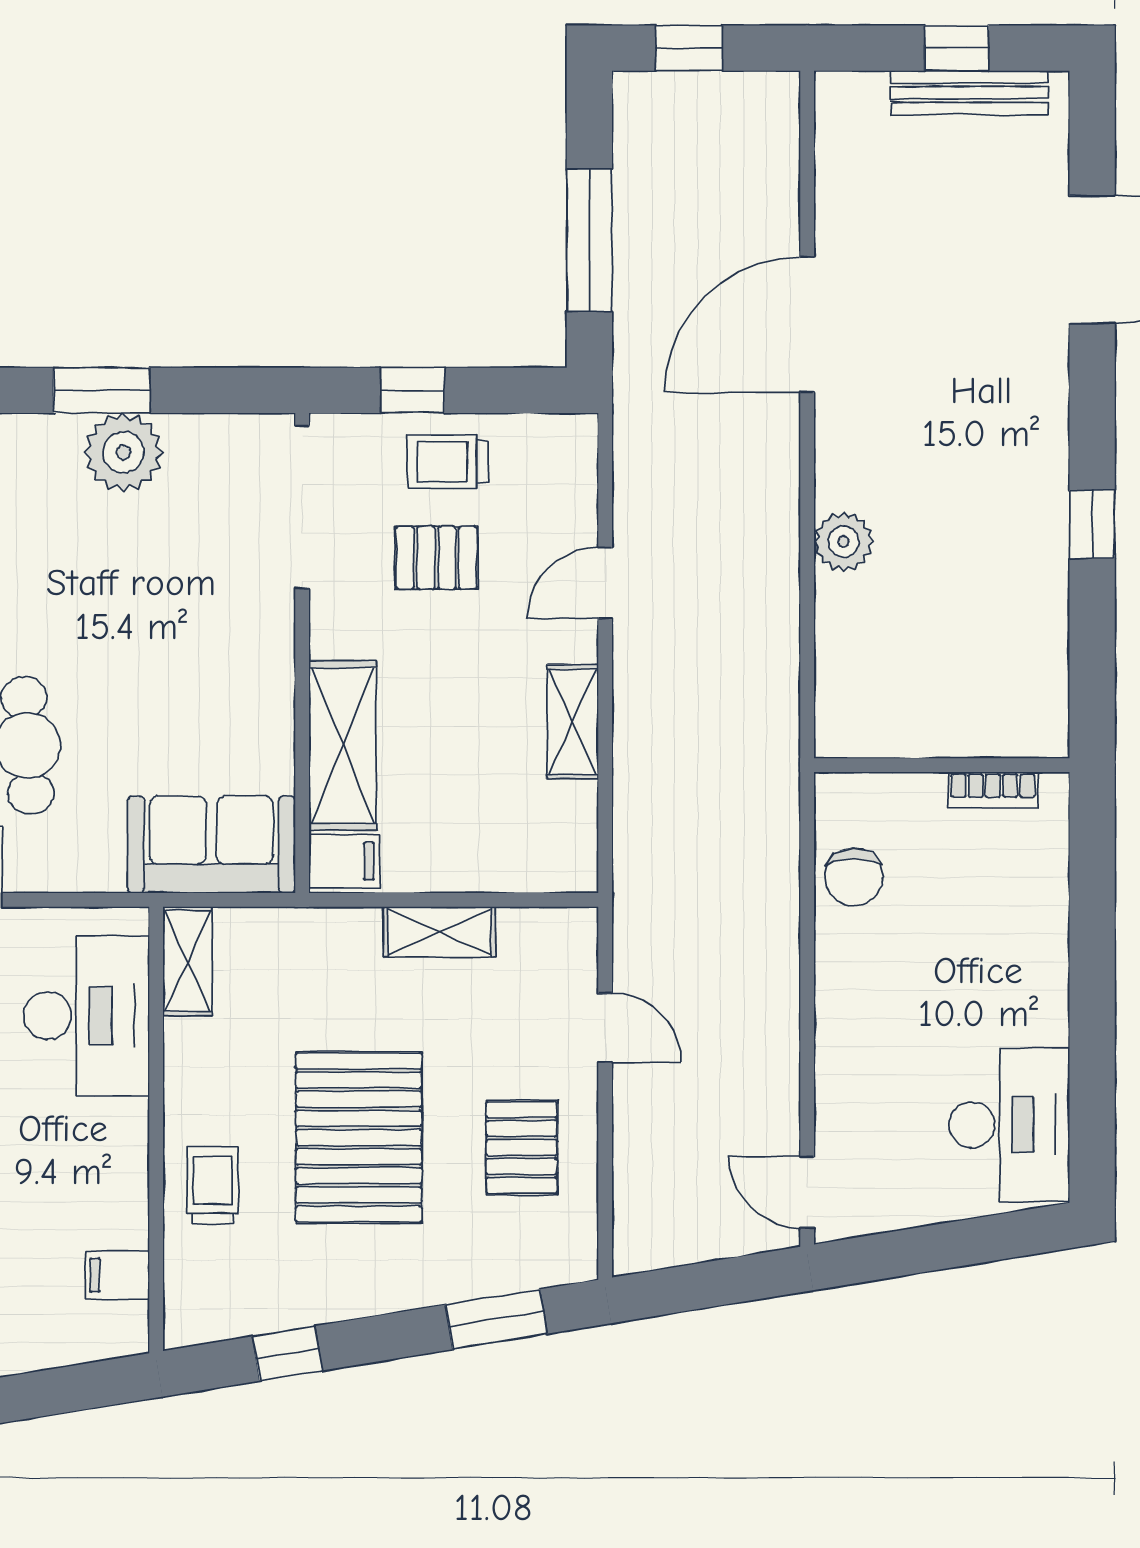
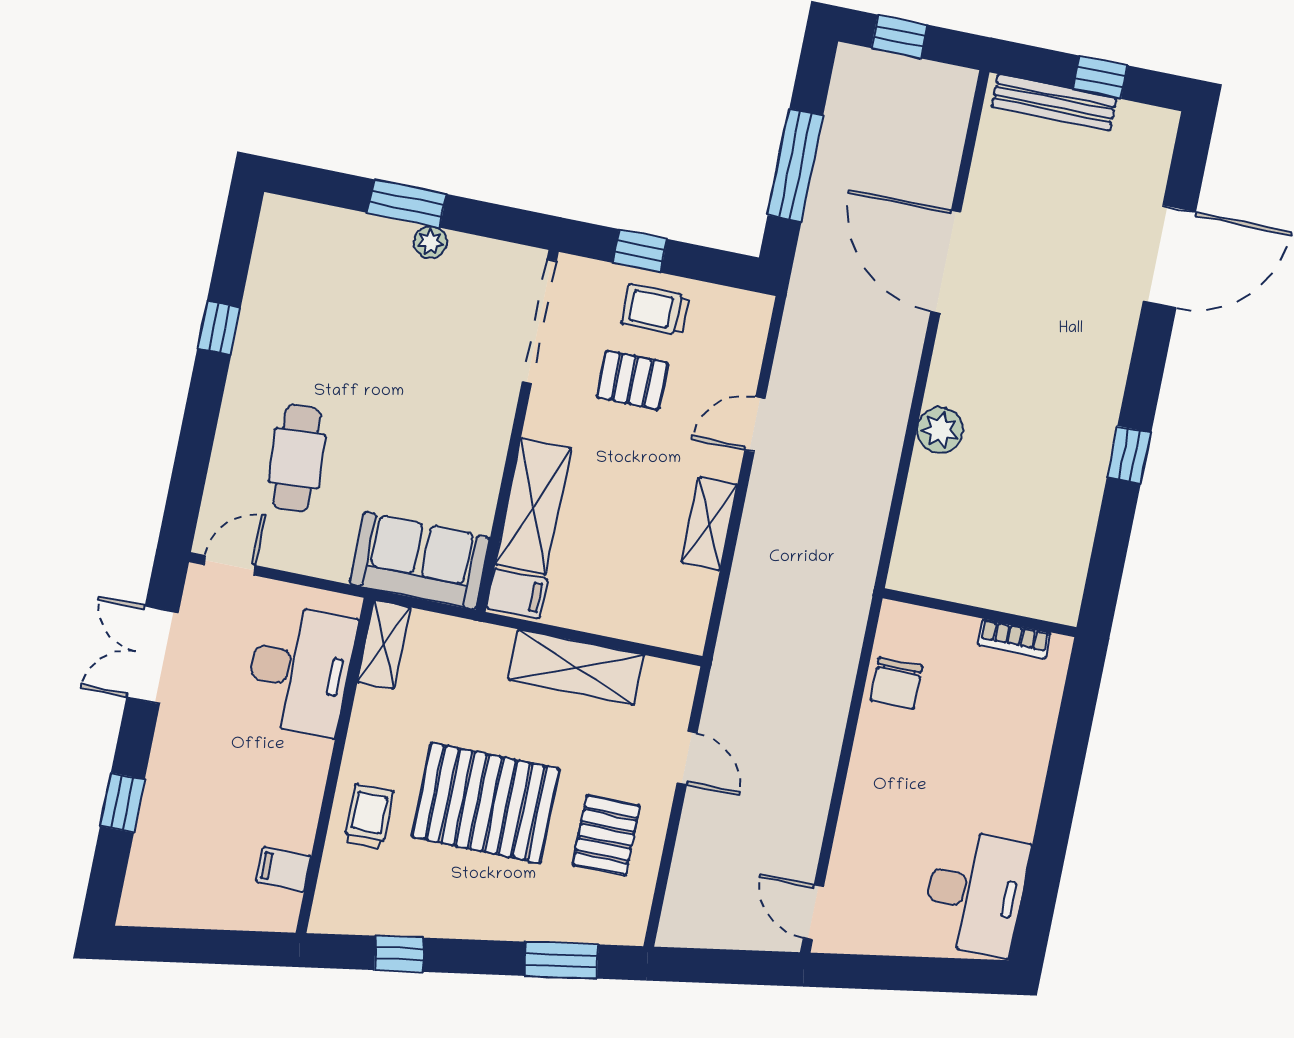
bench: (970, 93) -> (1054, 103), moved
door: (807, 325) -> (946, 262), hinge flipped
plant: (123, 452) -> (430, 242), width x0.53, depth x0.53
shelving: (439, 932) -> (576, 667), width x1.50, depth x1.33
pallet: (359, 1137) -> (486, 803), turned 90

